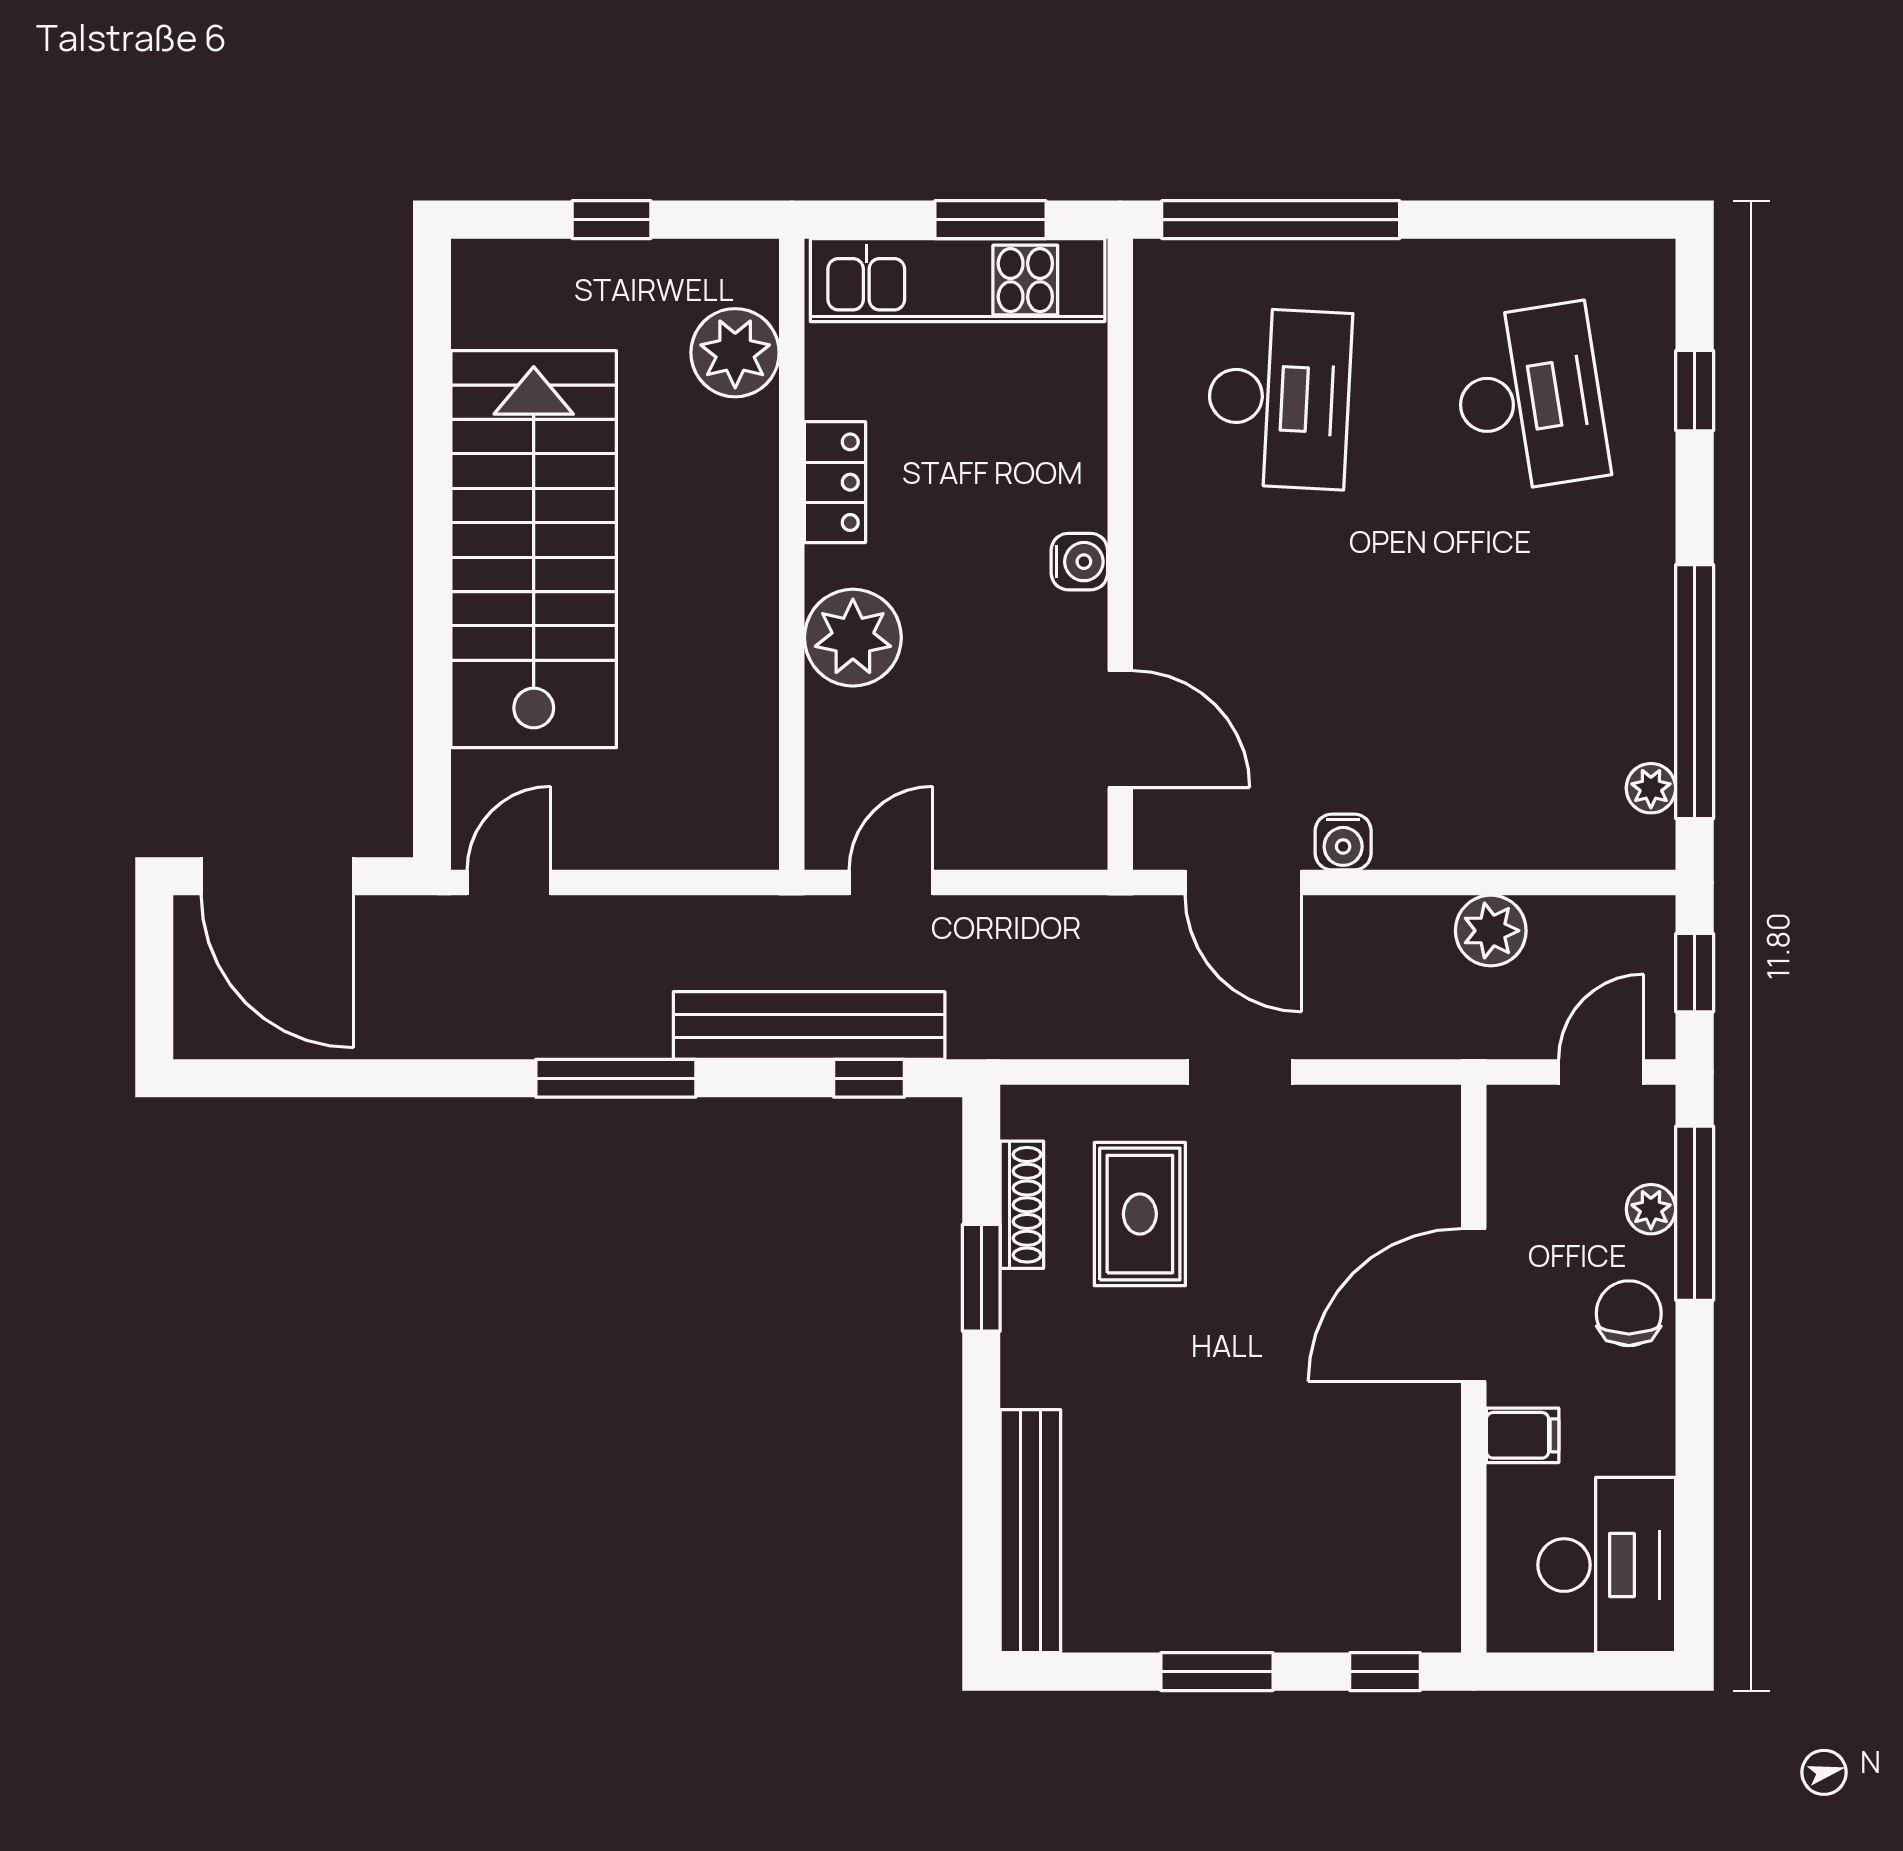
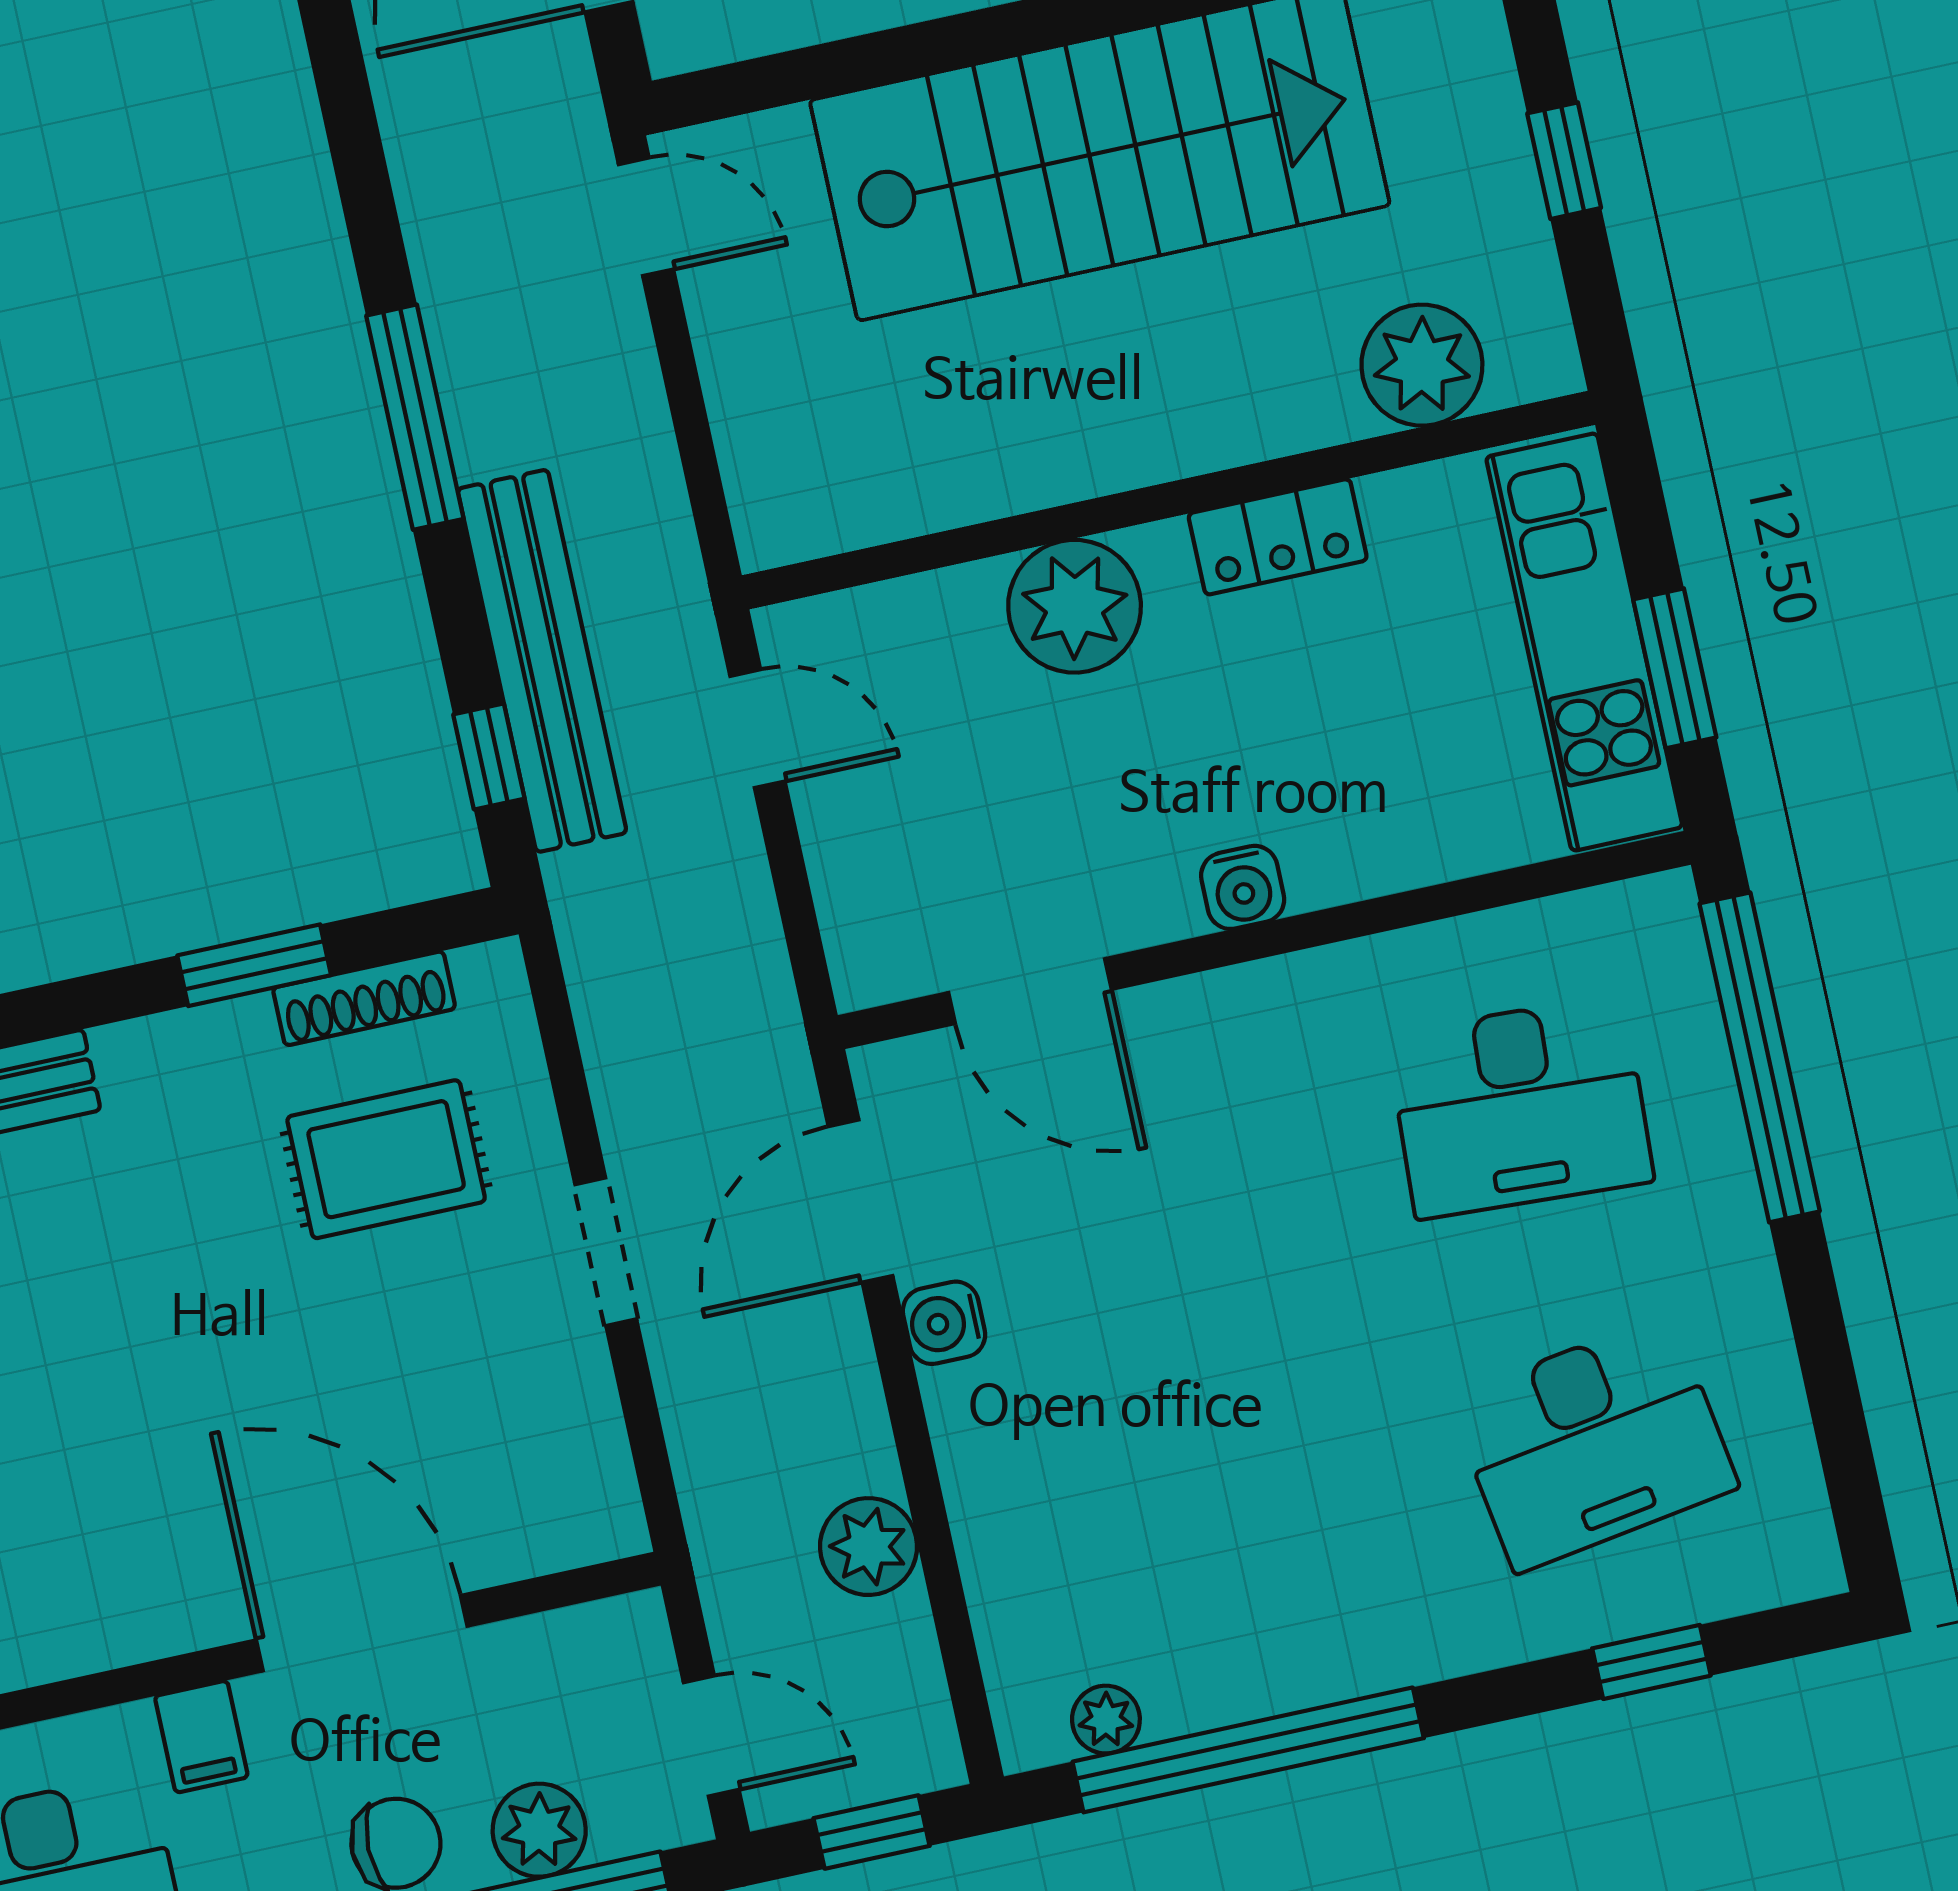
door: (1120, 729) -> (1030, 991), hinge flipped
plant: (1651, 1209) -> (539, 1830), width x1.38, depth x1.38

